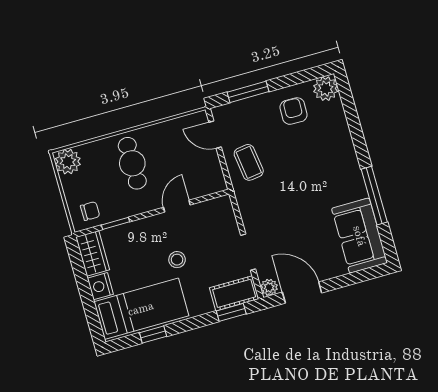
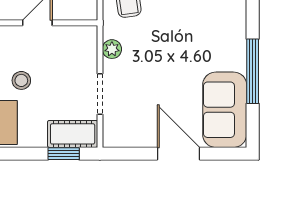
plant: (269, 287) -> (112, 49), moved
door: (302, 293) -> (178, 154), moved

